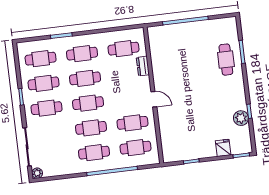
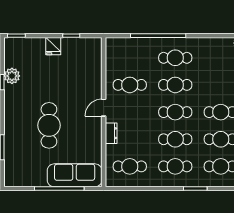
sofa: (173, 34) -> (75, 175), added
cafe table: (226, 60) -> (49, 125), moved, width x1.37, depth x1.35
dresser: (143, 66) -> (111, 133), moved
door: (154, 99) -> (104, 108), hinge flipped
cafe table: (136, 148) -> (130, 58), removed
fridge: (223, 148) -> (53, 46), moved

